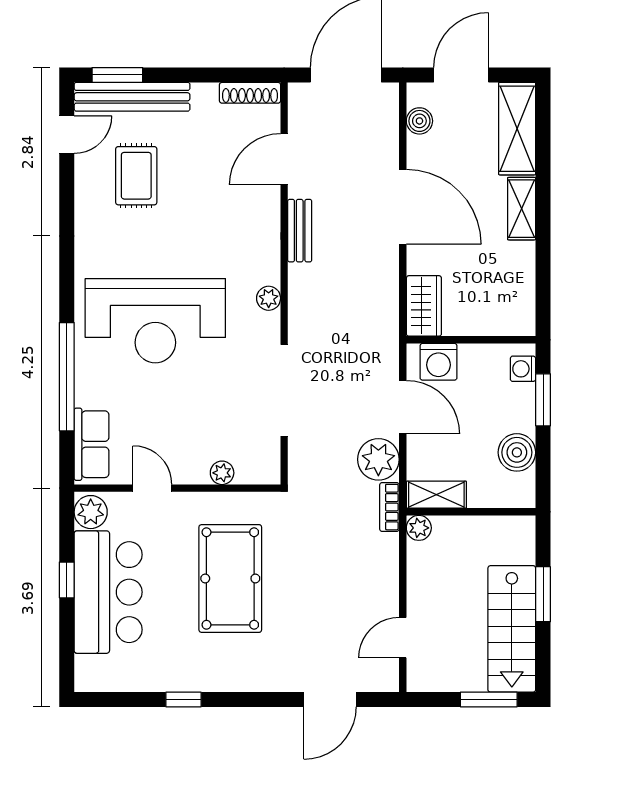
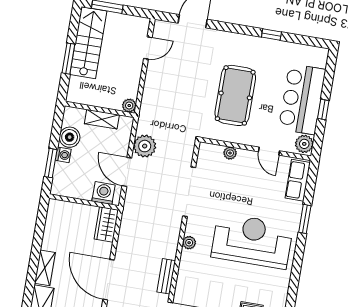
washing machine: (523, 369) -> (63, 155), moved
window: (67, 377) -> (305, 219), width x0.47
shelving: (436, 495) -> (102, 119), moved
bookcase: (389, 507) -> (143, 119), removed

